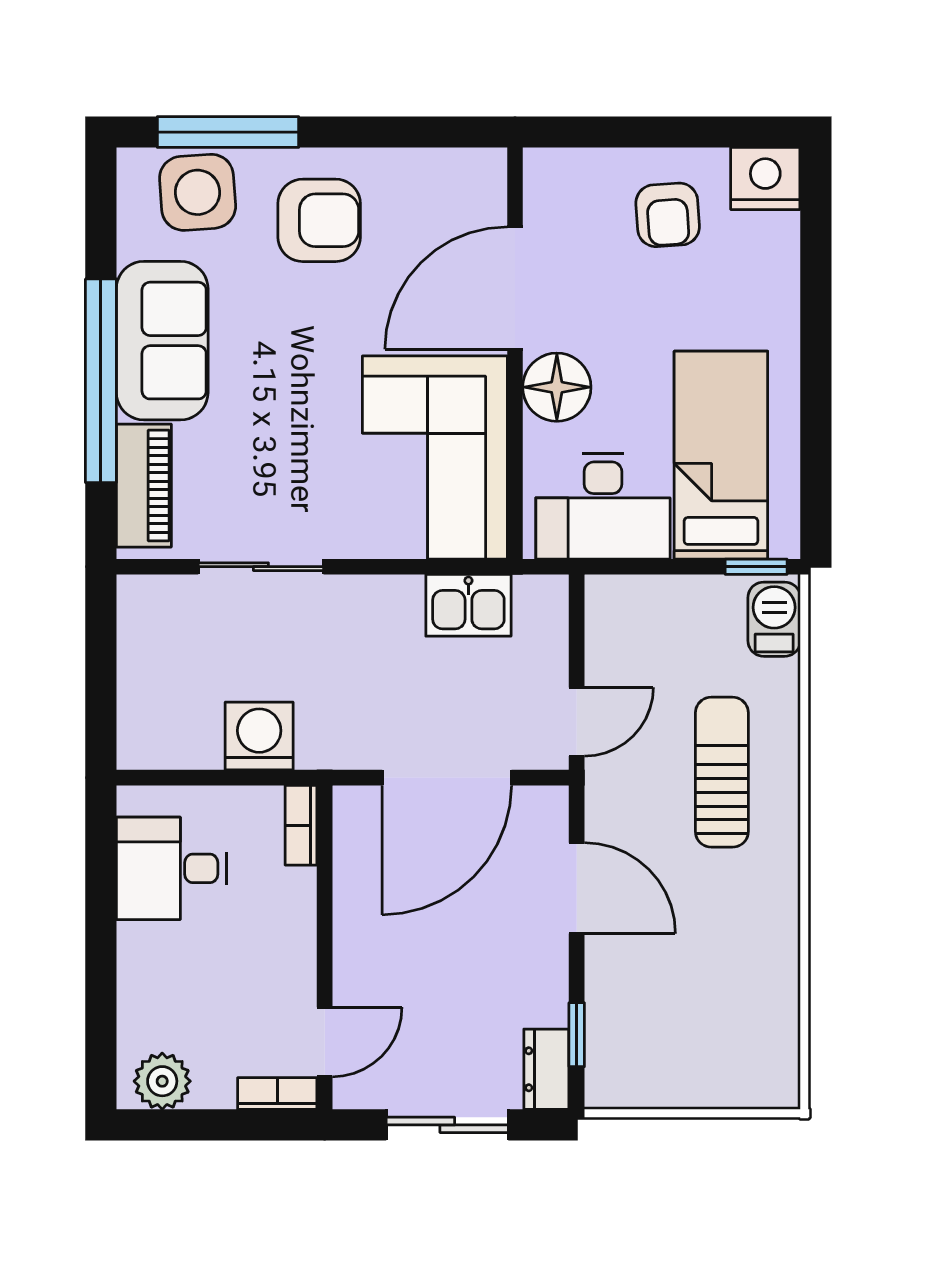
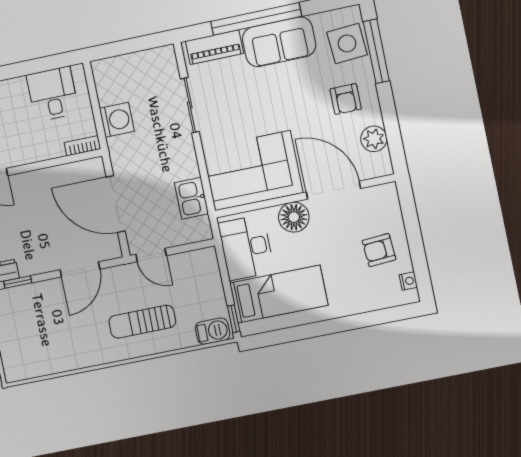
plant: (420, 176) -> (374, 139), added
nightstand: (765, 179) -> (408, 281), width x0.53, depth x0.56
armchair: (319, 220) -> (346, 99), width x0.72, depth x0.72
sun lounger: (722, 772) -> (142, 322), turned 180

